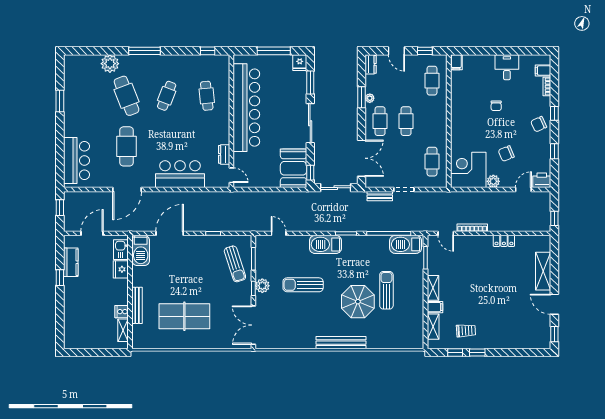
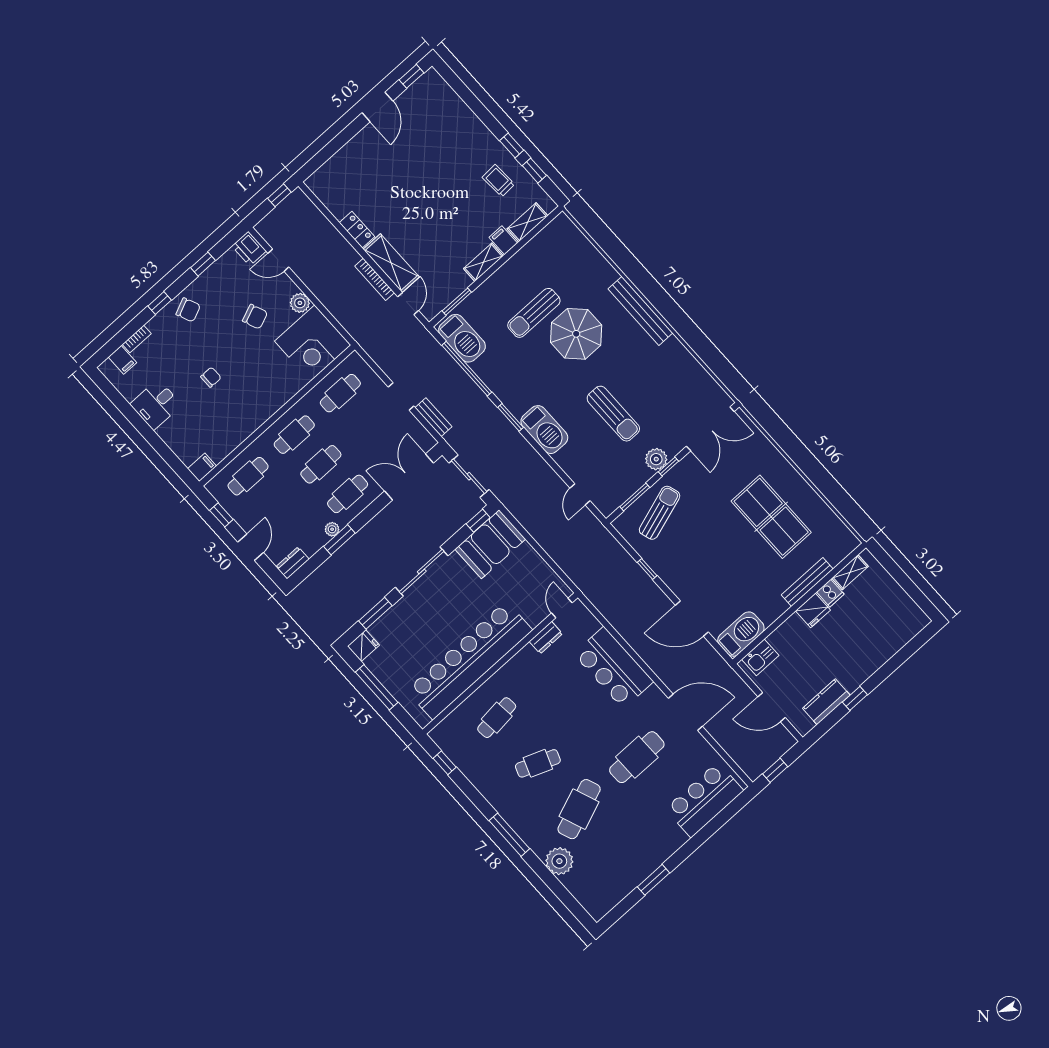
cafe table: (432, 121) -> (294, 435), added
fridge: (121, 269) -> (813, 610), moved
shelving: (543, 271) -> (391, 263), moved, turned 90

